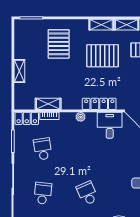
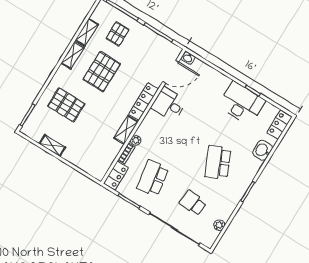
shelving: (19, 71) -> (52, 145), moved
shelving: (48, 104) -> (126, 130), moved
plant: (81, 117) -> (136, 140), moved
school desk: (43, 149) -> (153, 178), width x1.85
school desk: (87, 193) -> (218, 162), width x1.85

